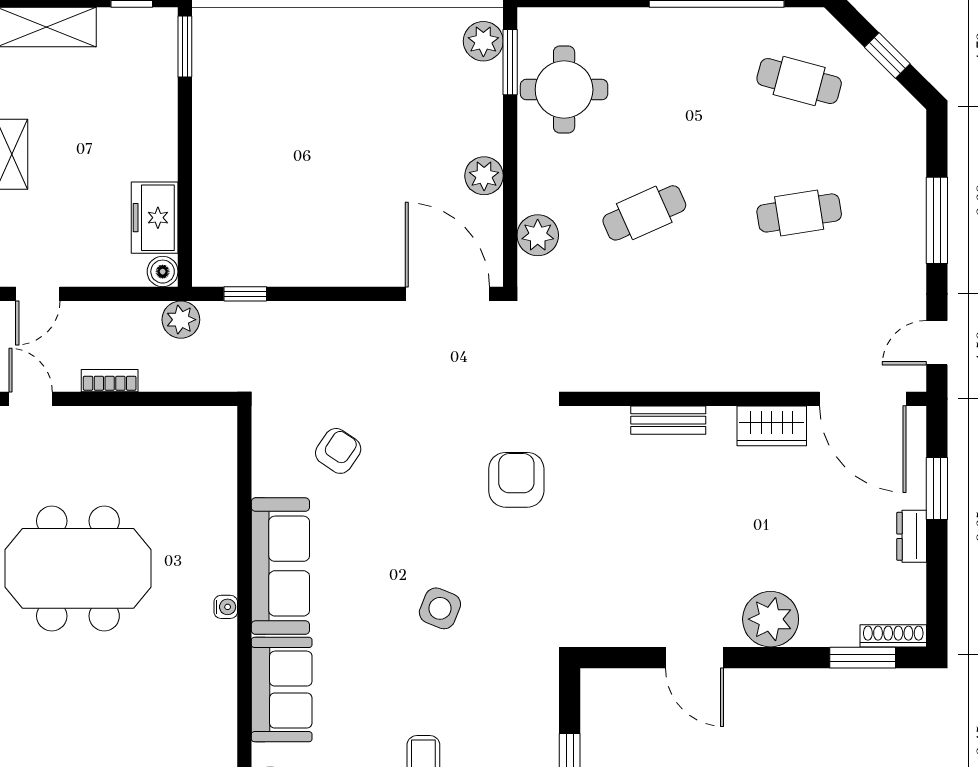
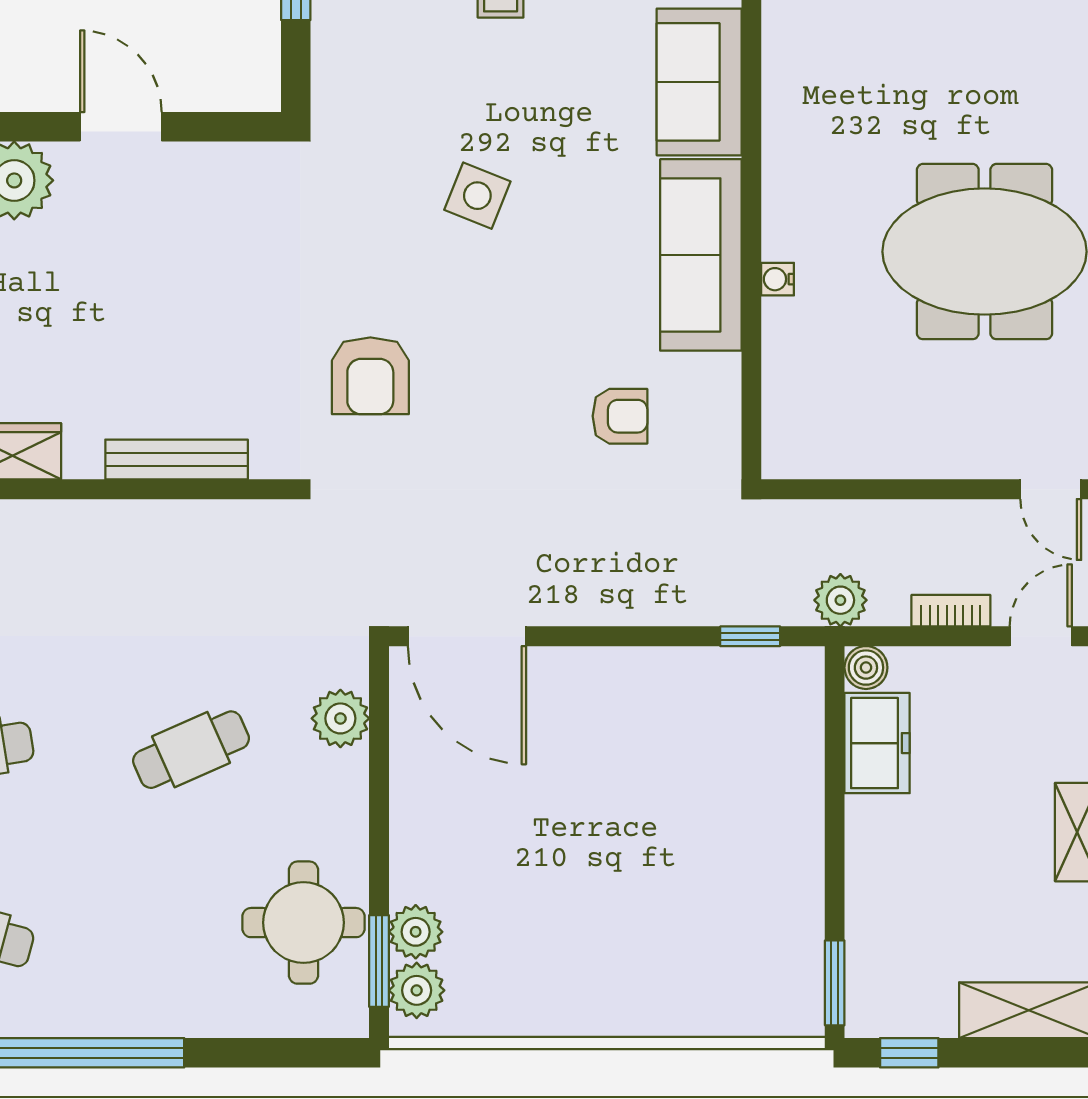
plant: (484, 176) -> (416, 932), moved
bookcase: (110, 381) -> (951, 611), moved, turned 180
bench: (668, 420) -> (177, 460), width x1.36
armchair: (338, 451) -> (620, 416), turned -124
water cooler: (226, 607) -> (778, 279), moved

